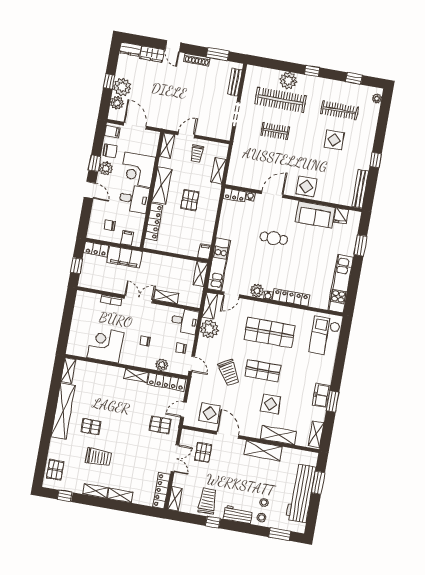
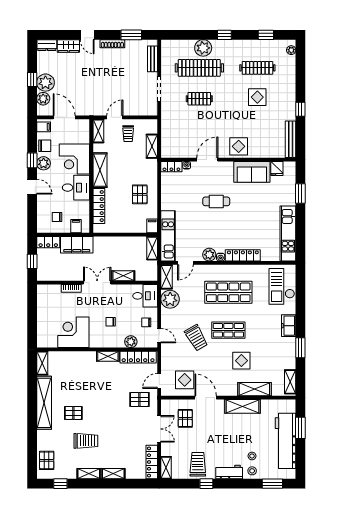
pallet: (190, 200) -> (140, 194), moved
freezer: (321, 395) -> (289, 326), moved

